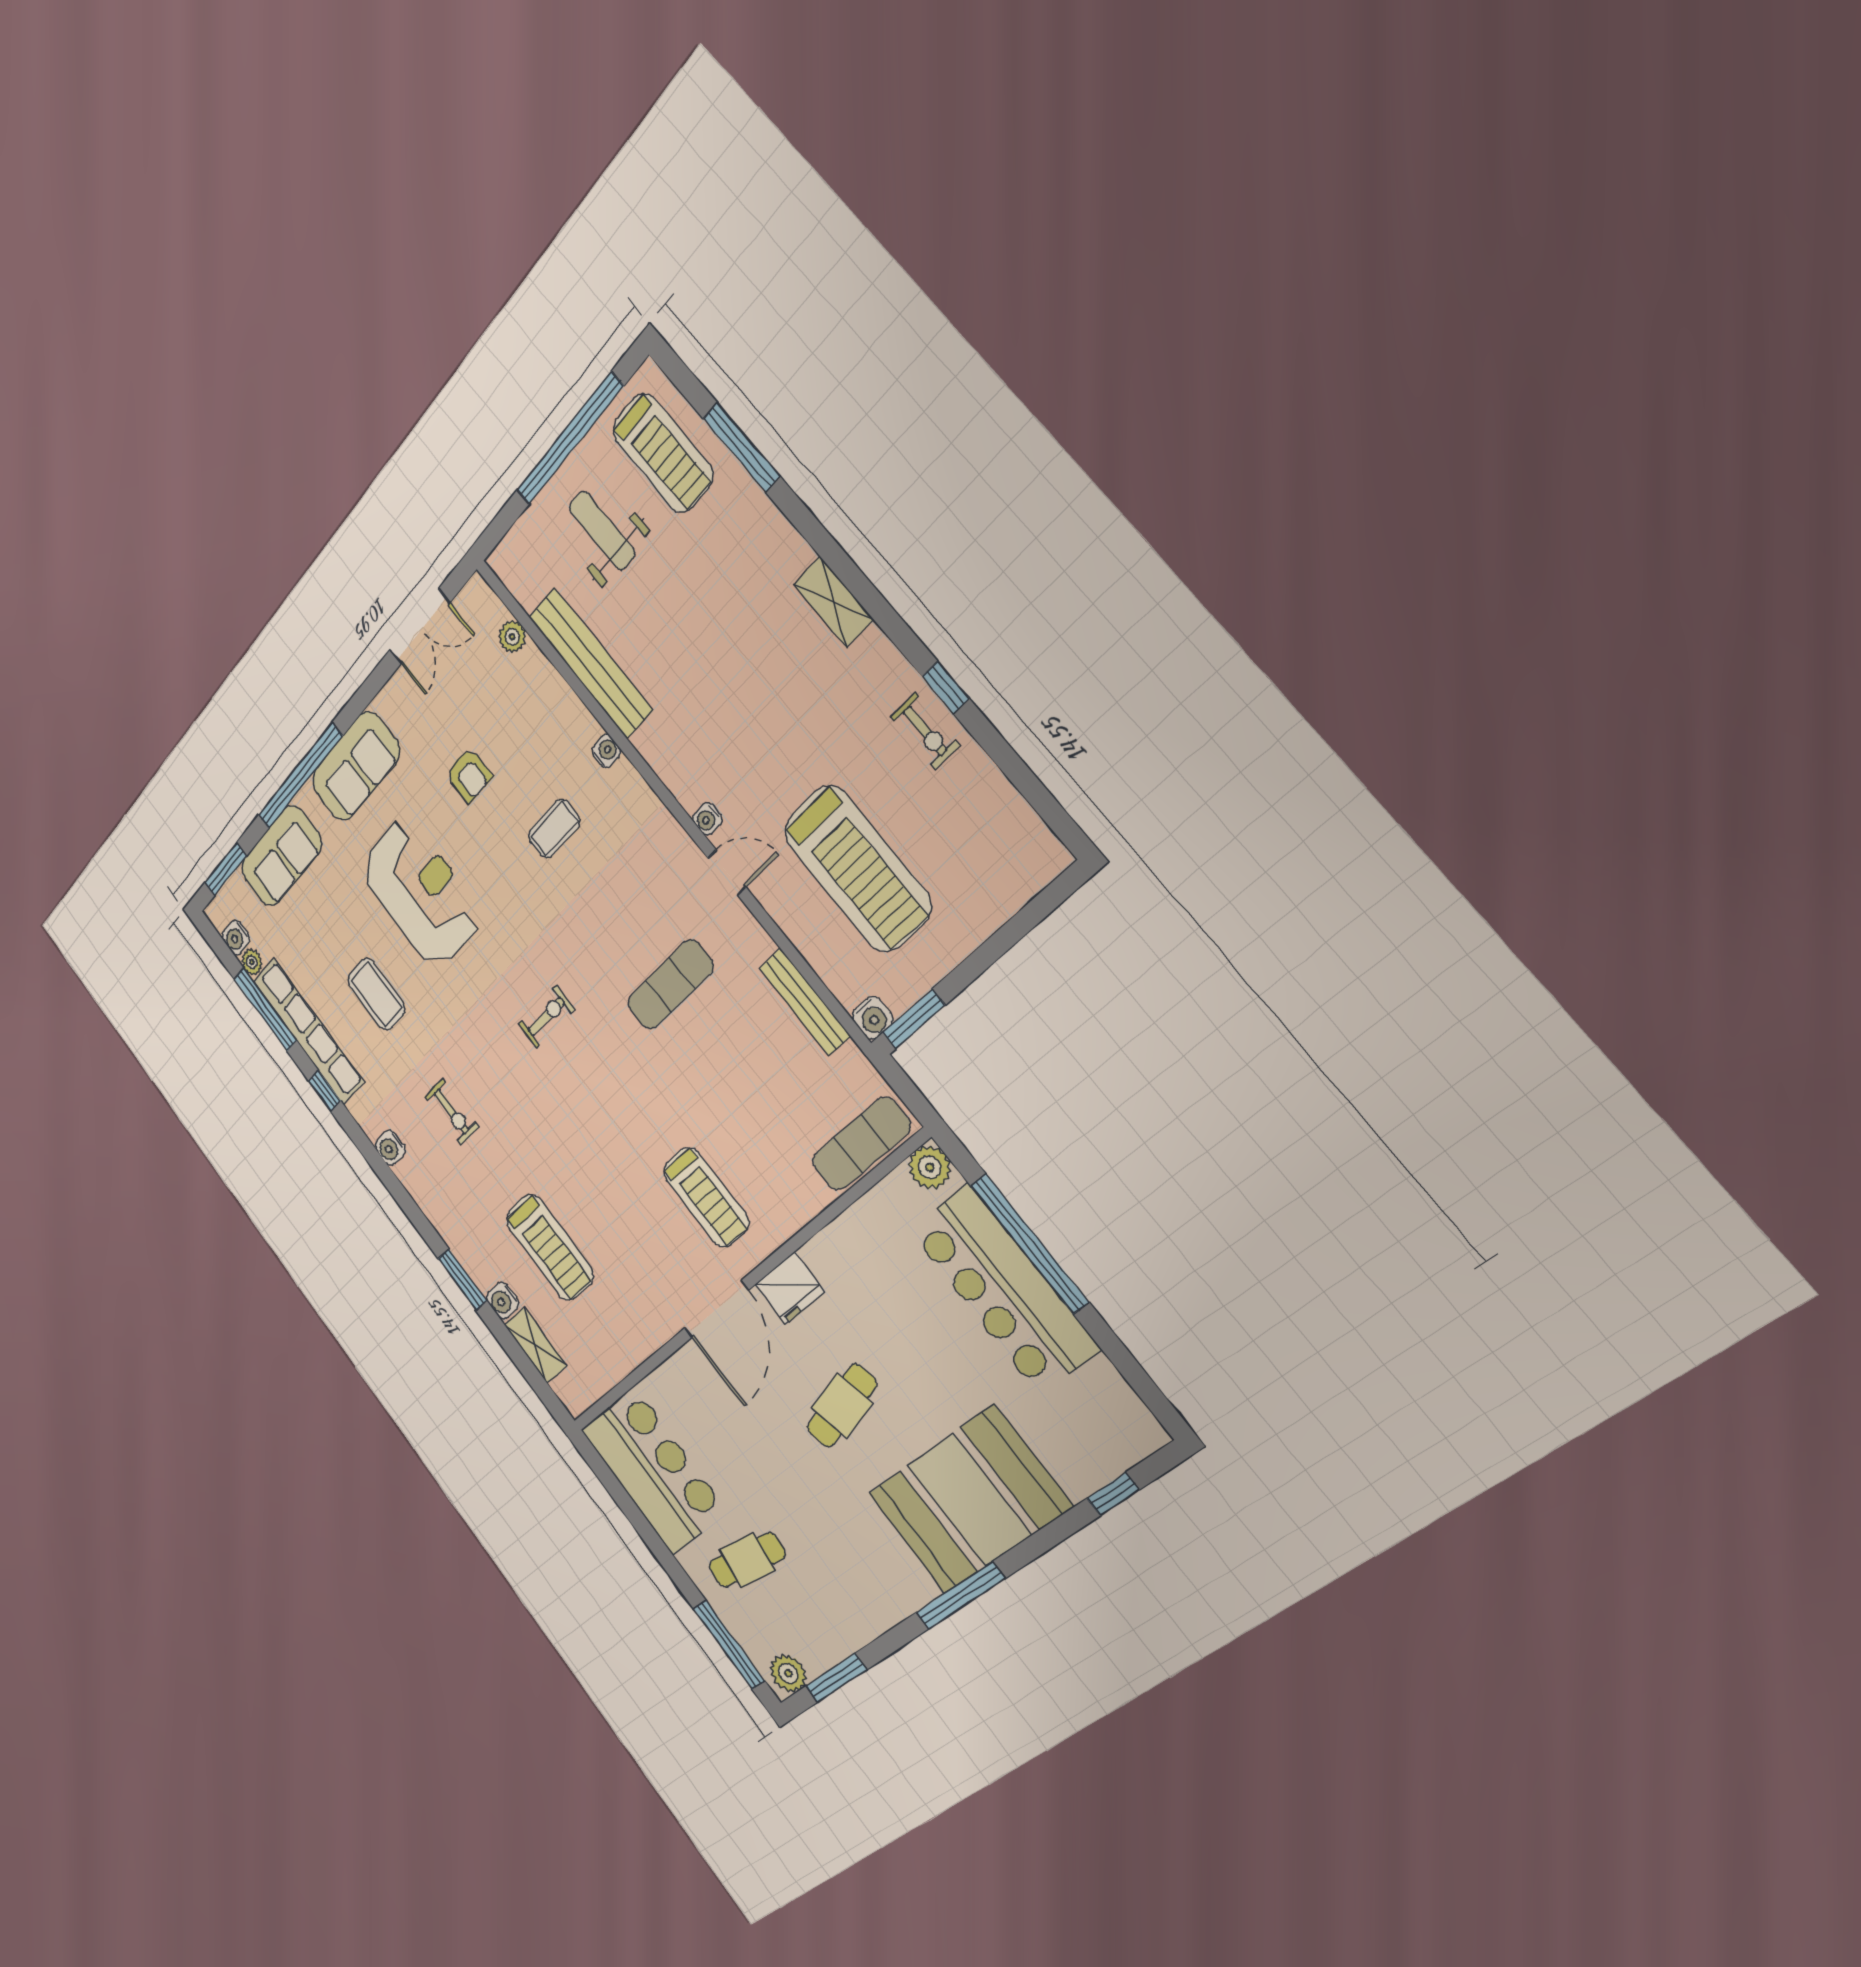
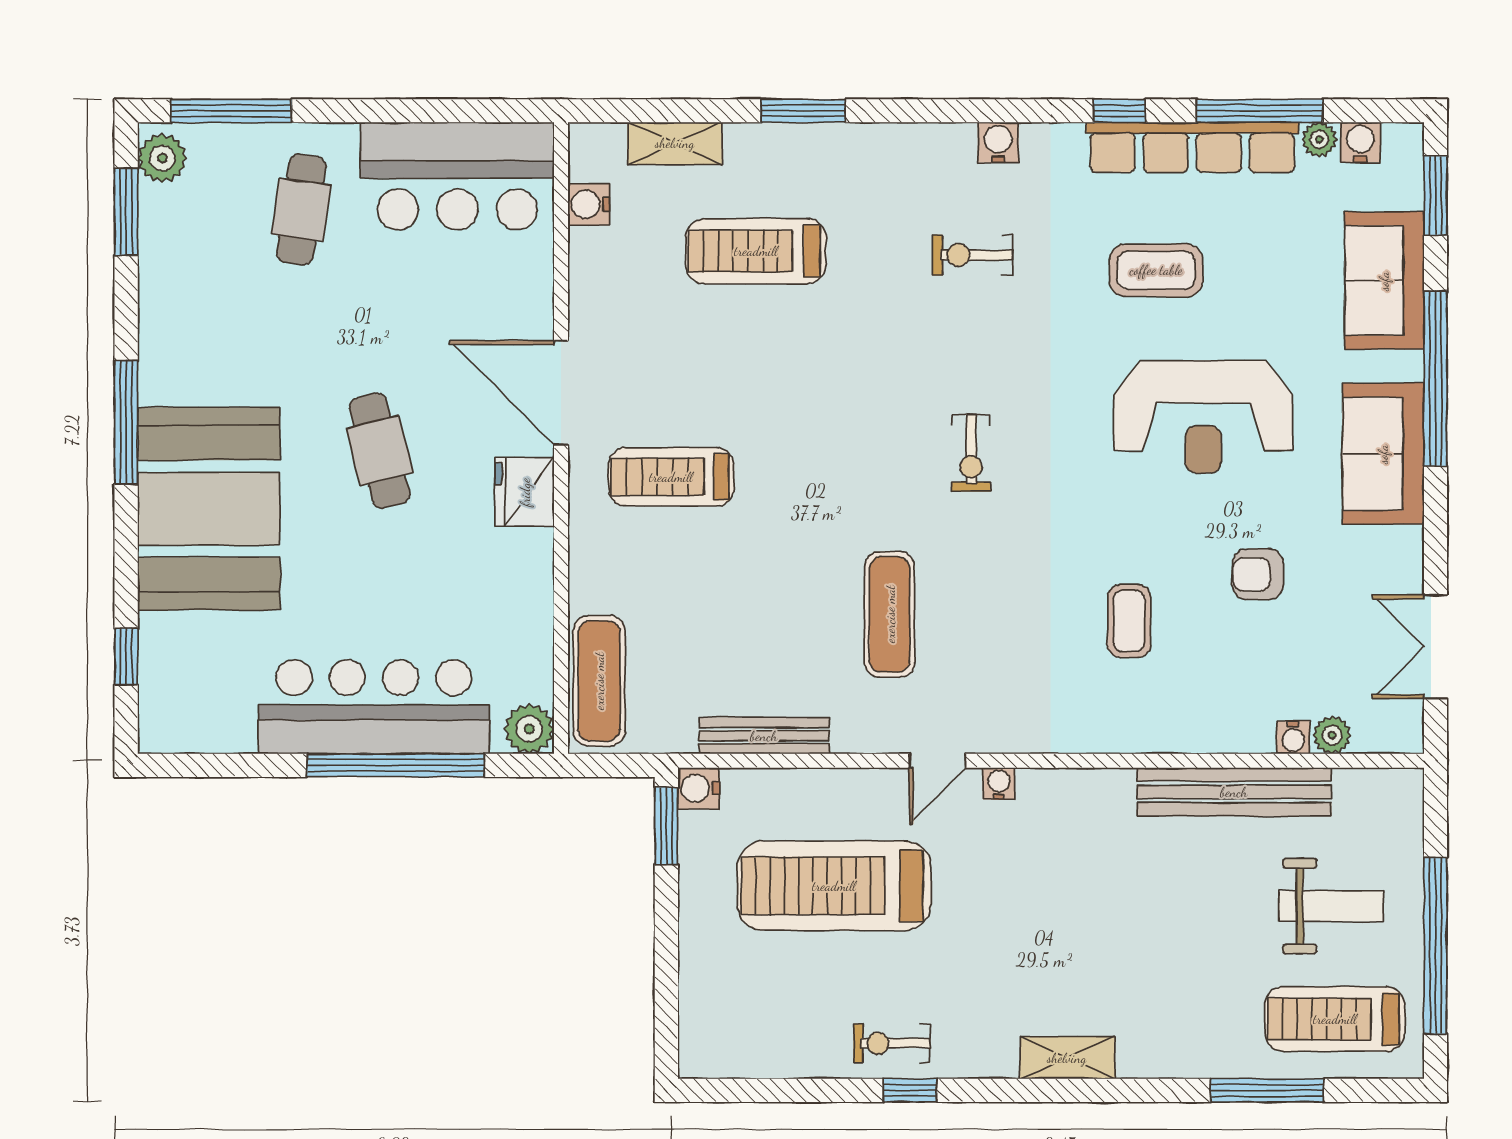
water cooler: (606, 751) -> (1293, 738), moved
water cooler: (503, 1301) -> (589, 204), moved, turned -90

